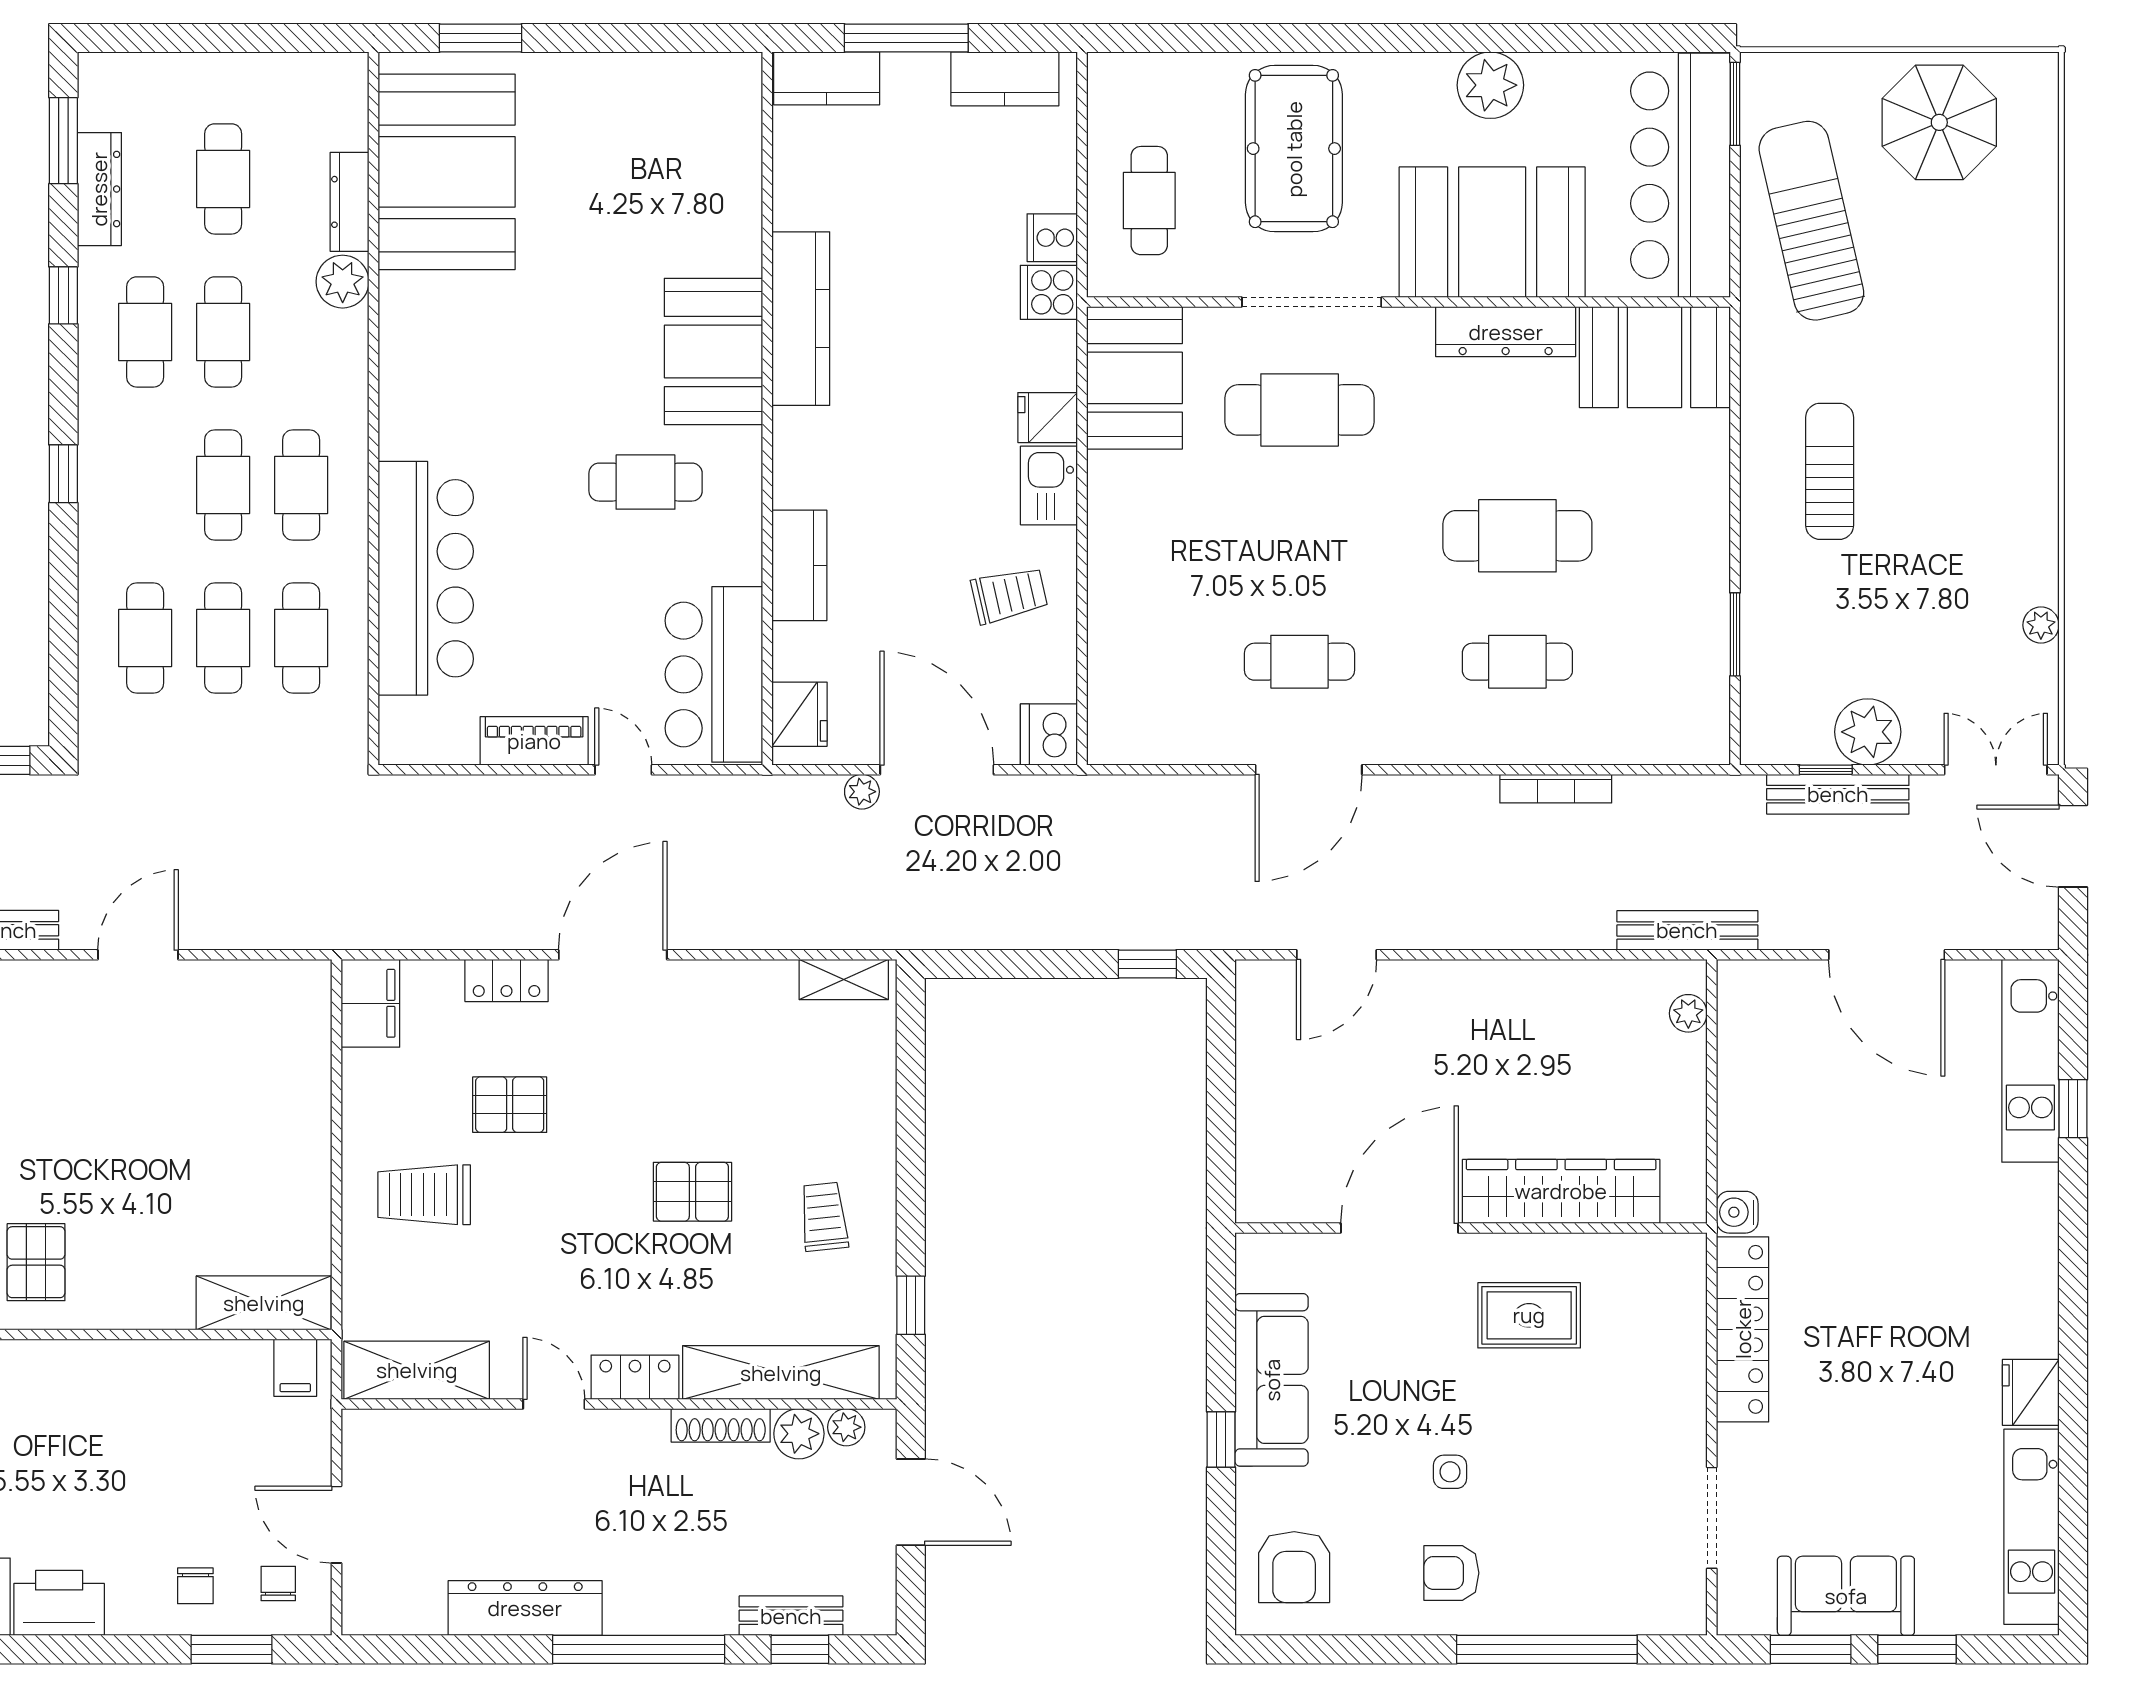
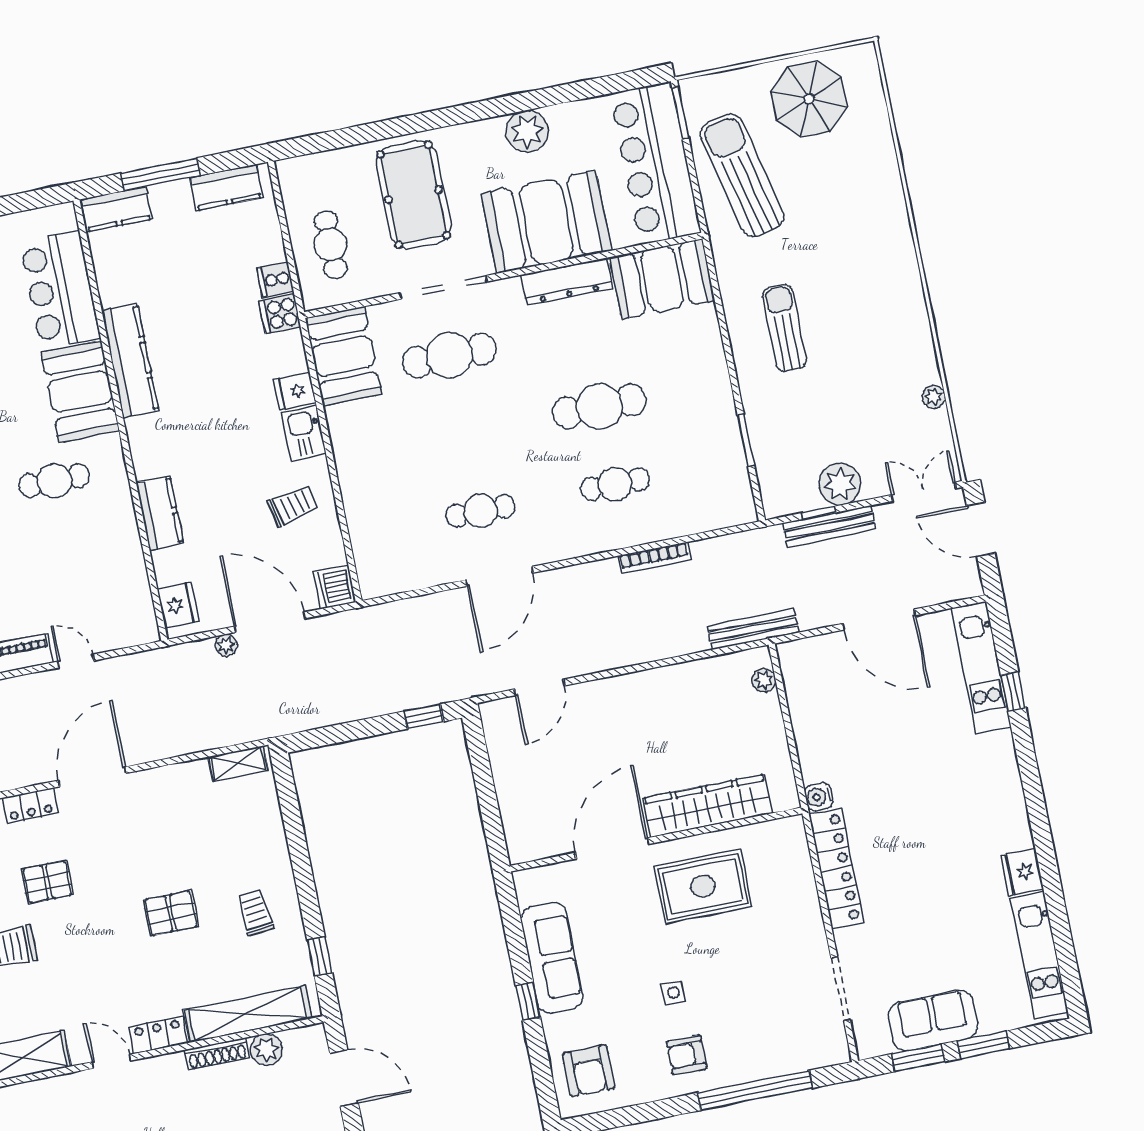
bar counter: (714, 674) -> (60, 290), moved
rug: (1529, 1315) -> (703, 886), width x1.36, depth x1.43
plant: (846, 1427) -> (295, 1040), removed

